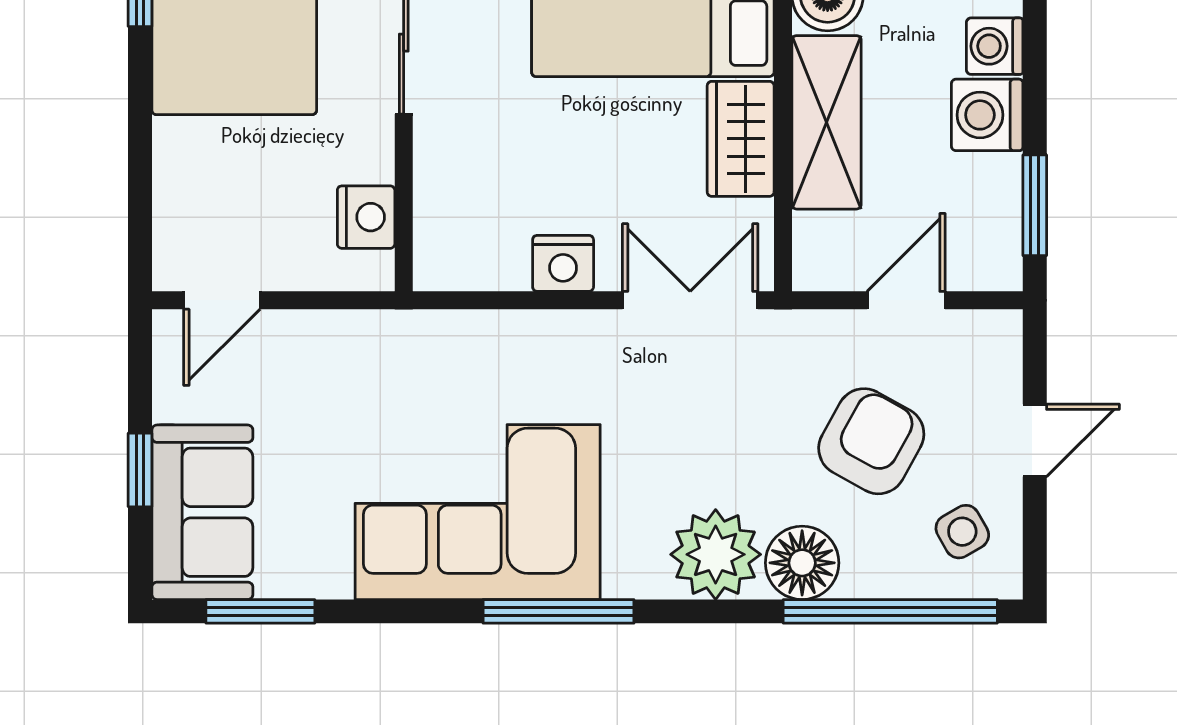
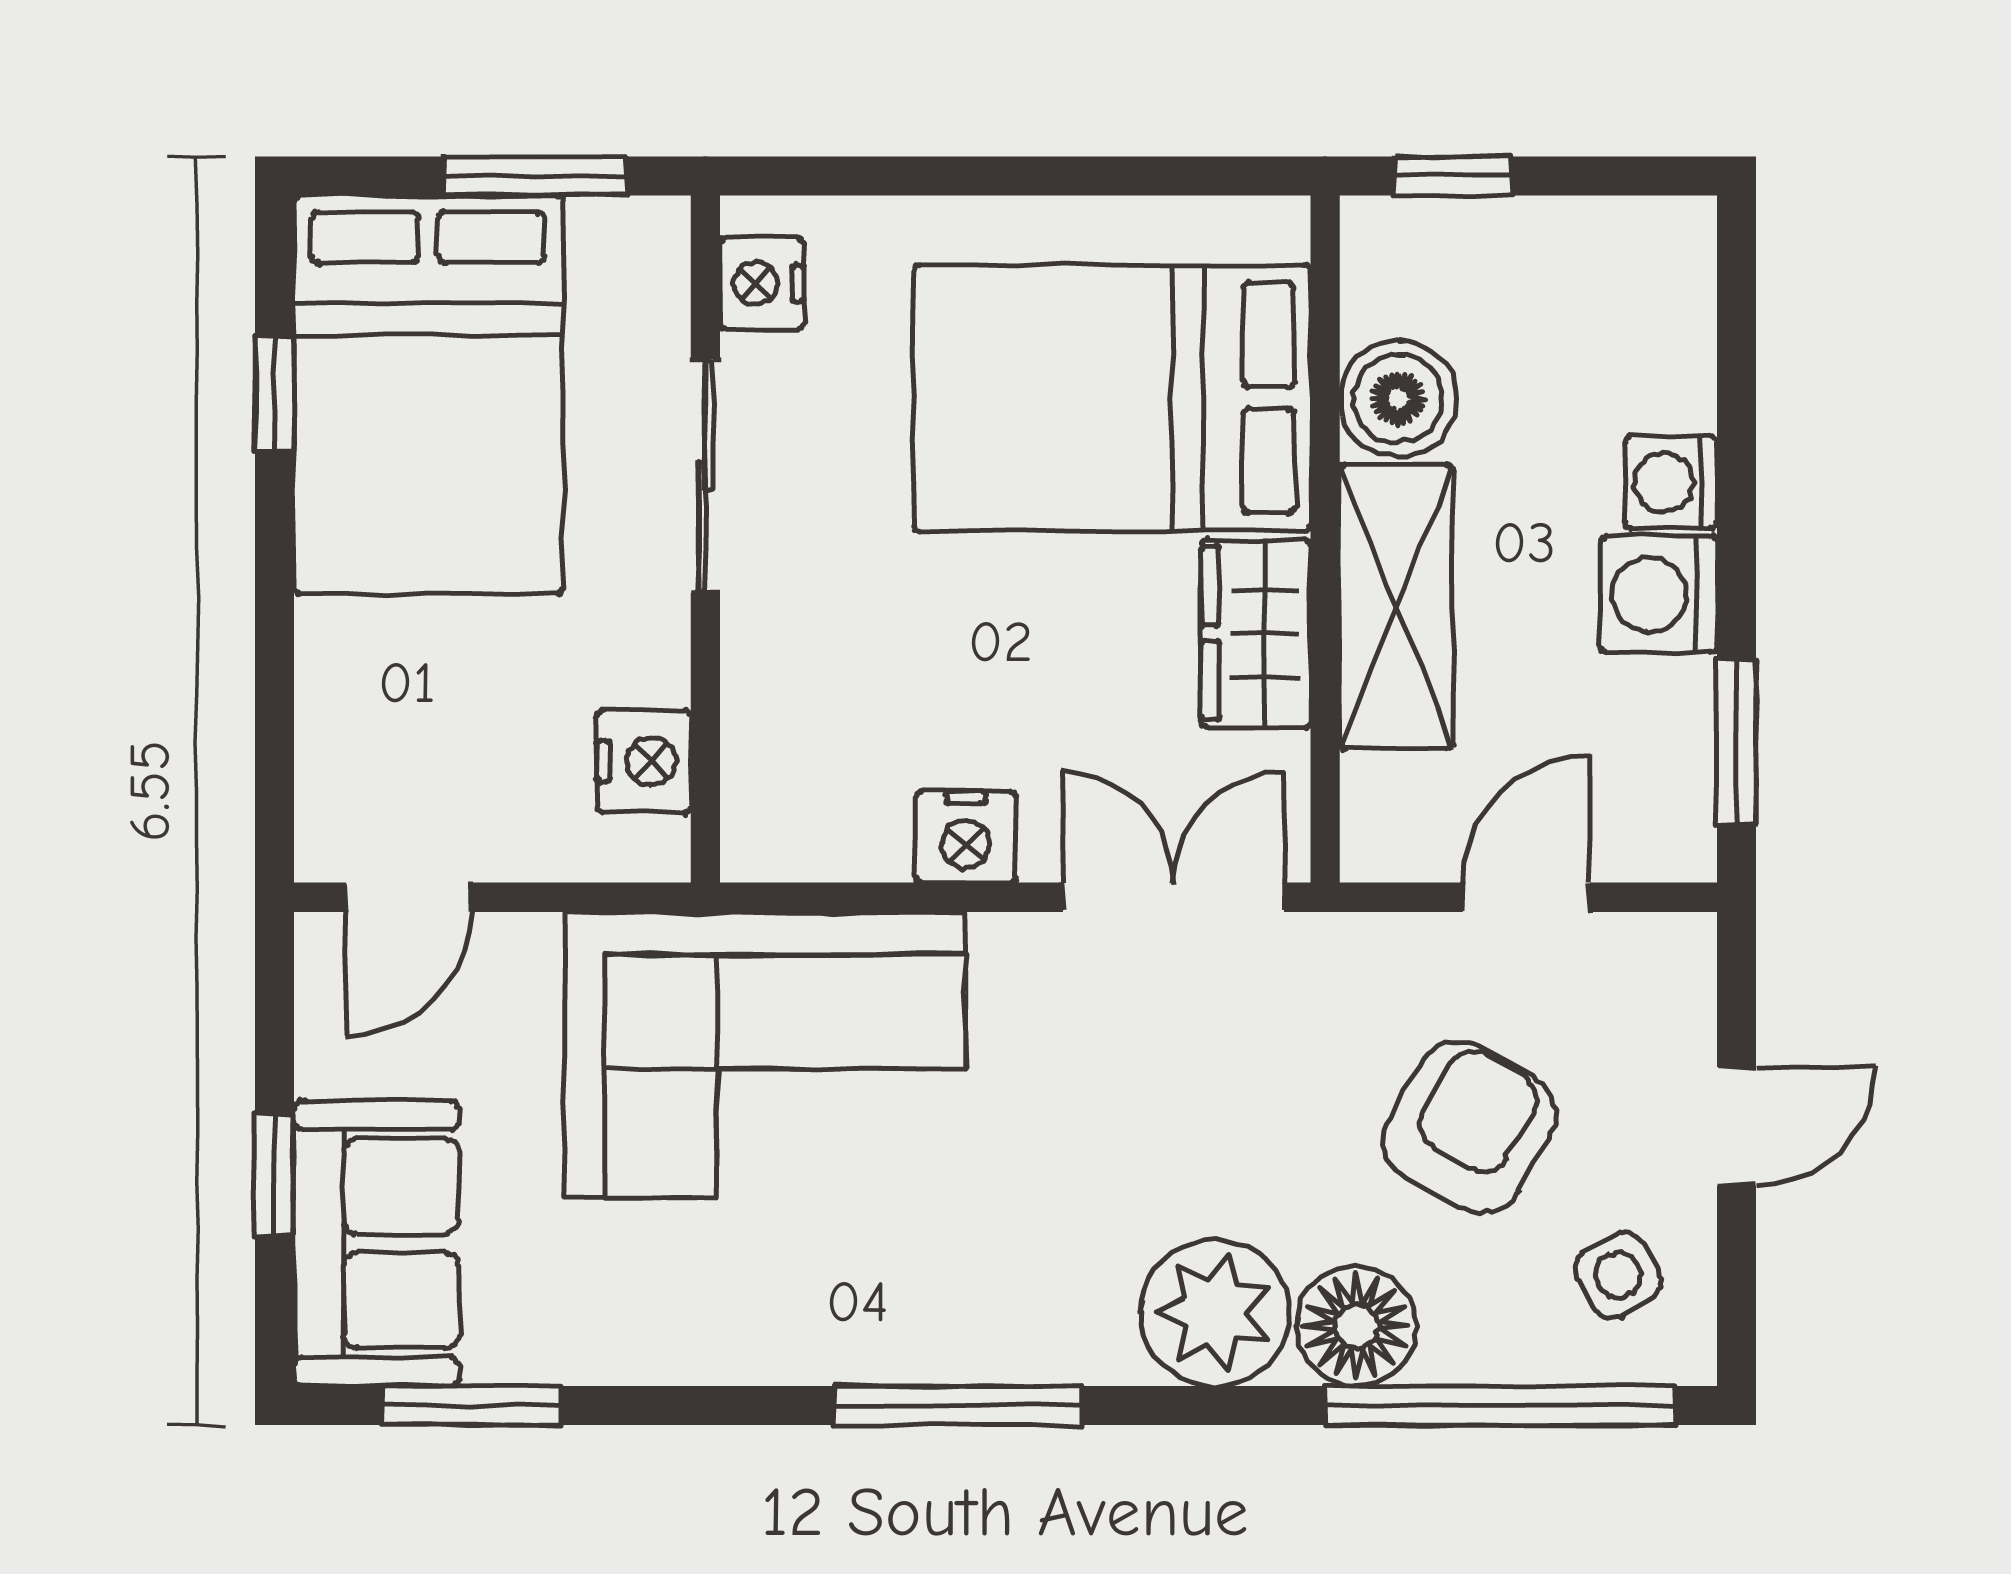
corner sofa: (478, 512) -> (765, 1055), moved, turned 180

